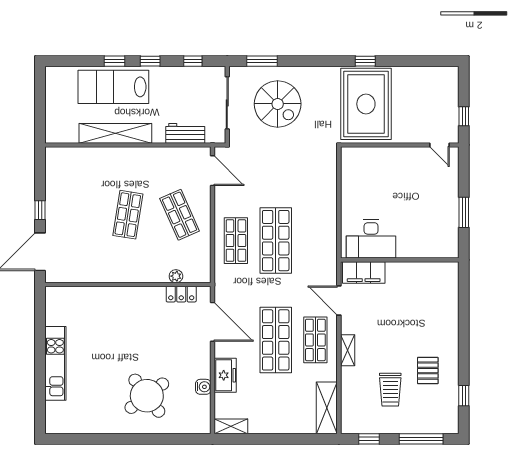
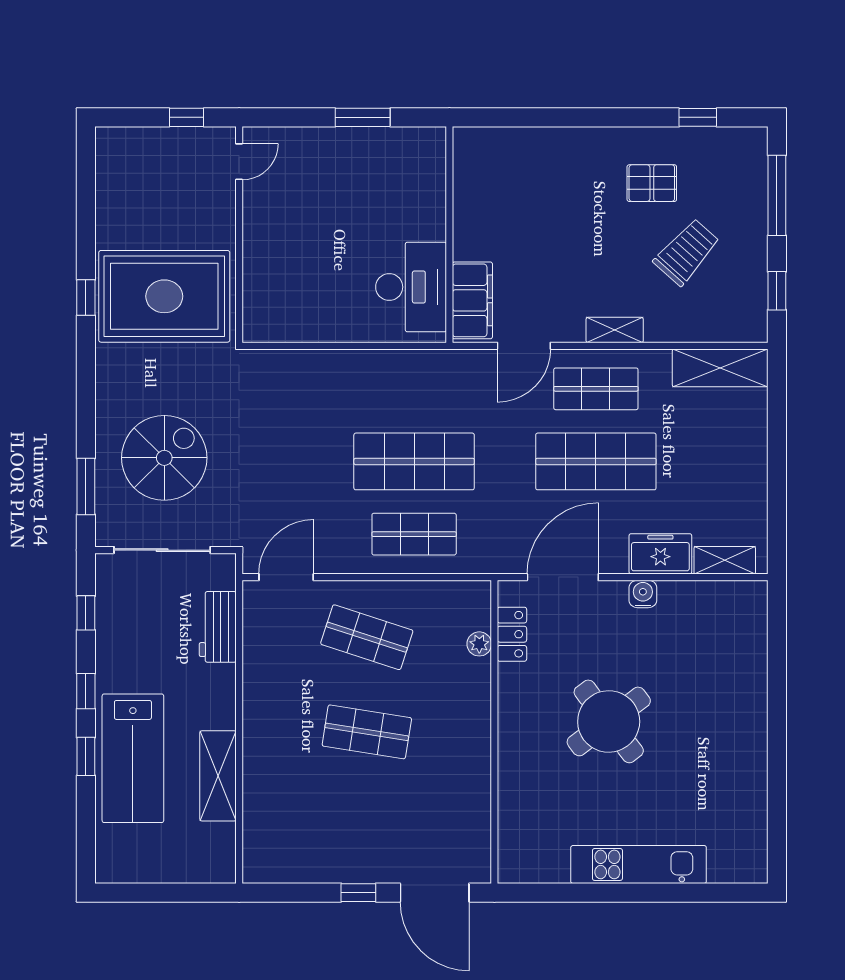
shelving: (115, 133) -> (218, 776), width x0.68
shop shelf: (180, 215) -> (367, 637), turned 42
water cooler: (203, 387) -> (643, 594), moved
trolley: (390, 390) -> (687, 252), turned -48
round table: (147, 396) -> (609, 721), moved
shelving: (231, 426) -> (725, 560), moved, turned 90

